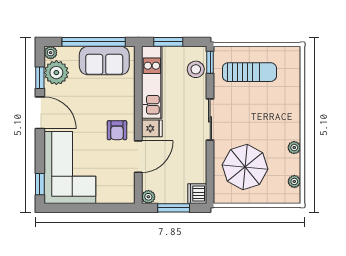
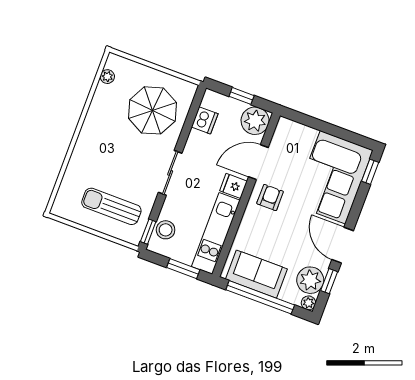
plant: (294, 148) -> (94, 112), removed
dishwasher: (197, 194) -> (205, 120), moved
plant: (148, 197) -> (255, 121), width x1.87, depth x1.87
window: (174, 208) -> (242, 96), width x0.67

